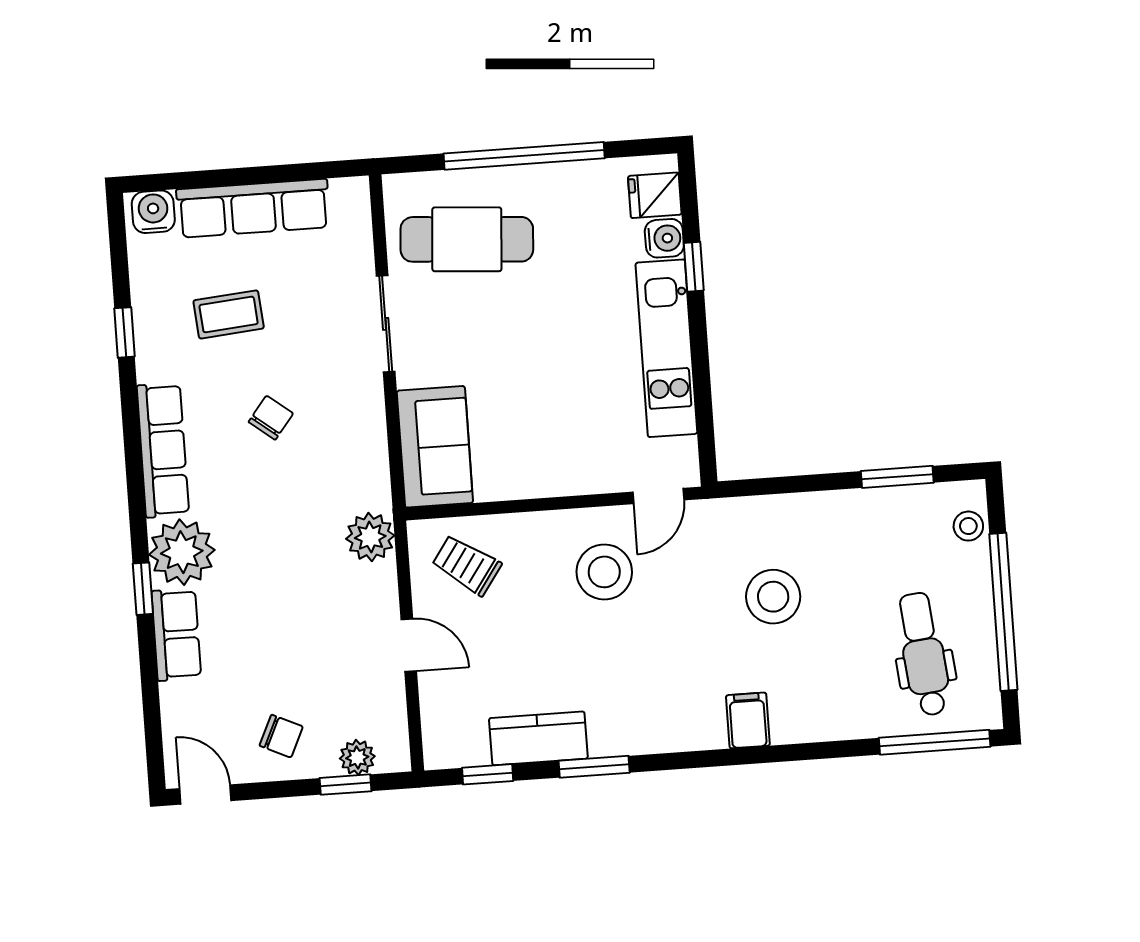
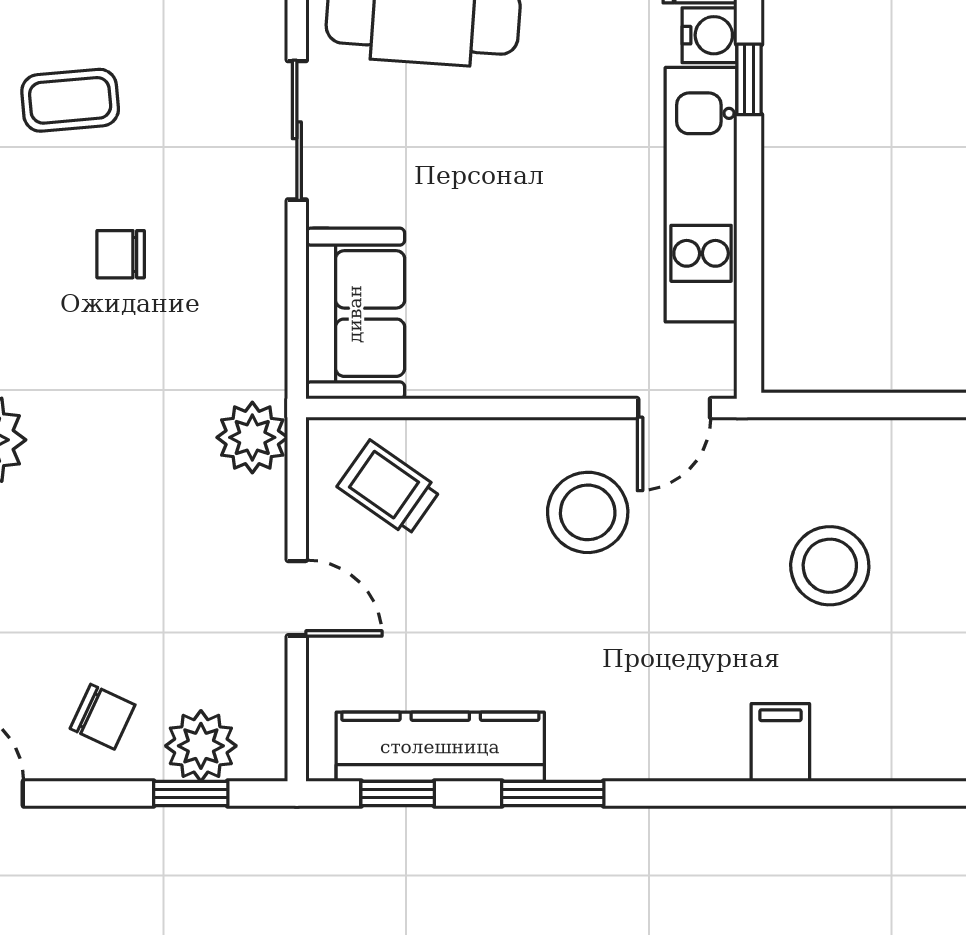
chair: (271, 418) -> (121, 254), turned -128
kitchen counter: (538, 738) -> (440, 747), width x1.50
plant: (357, 757) -> (201, 746), width x1.38, depth x1.38

